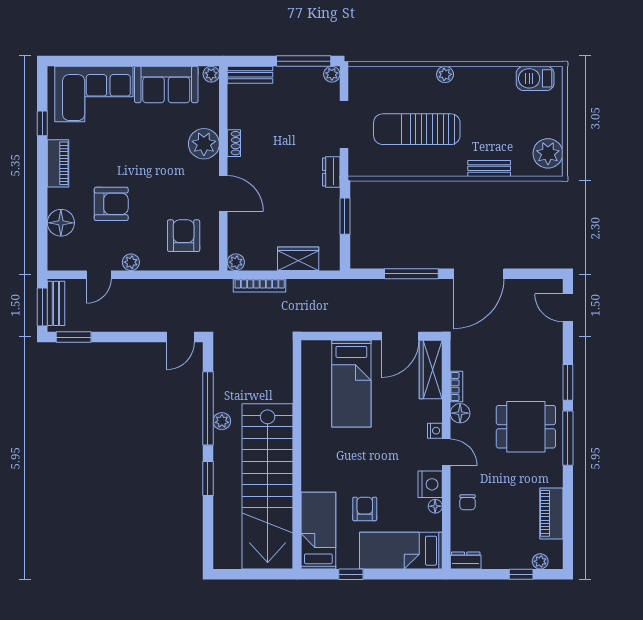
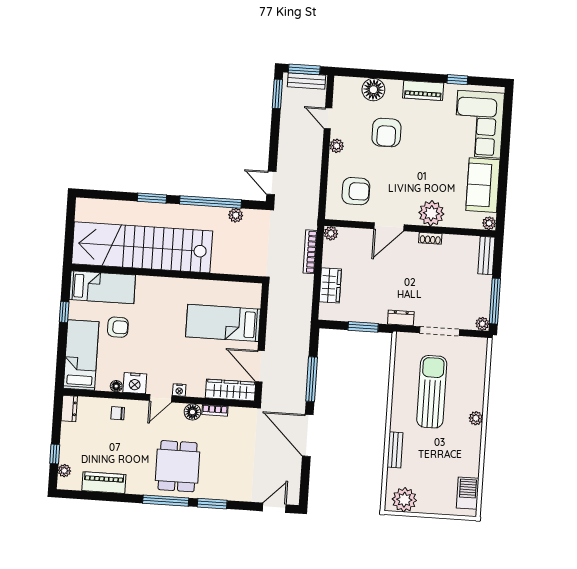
plant: (222, 421) -> (236, 215), moved

